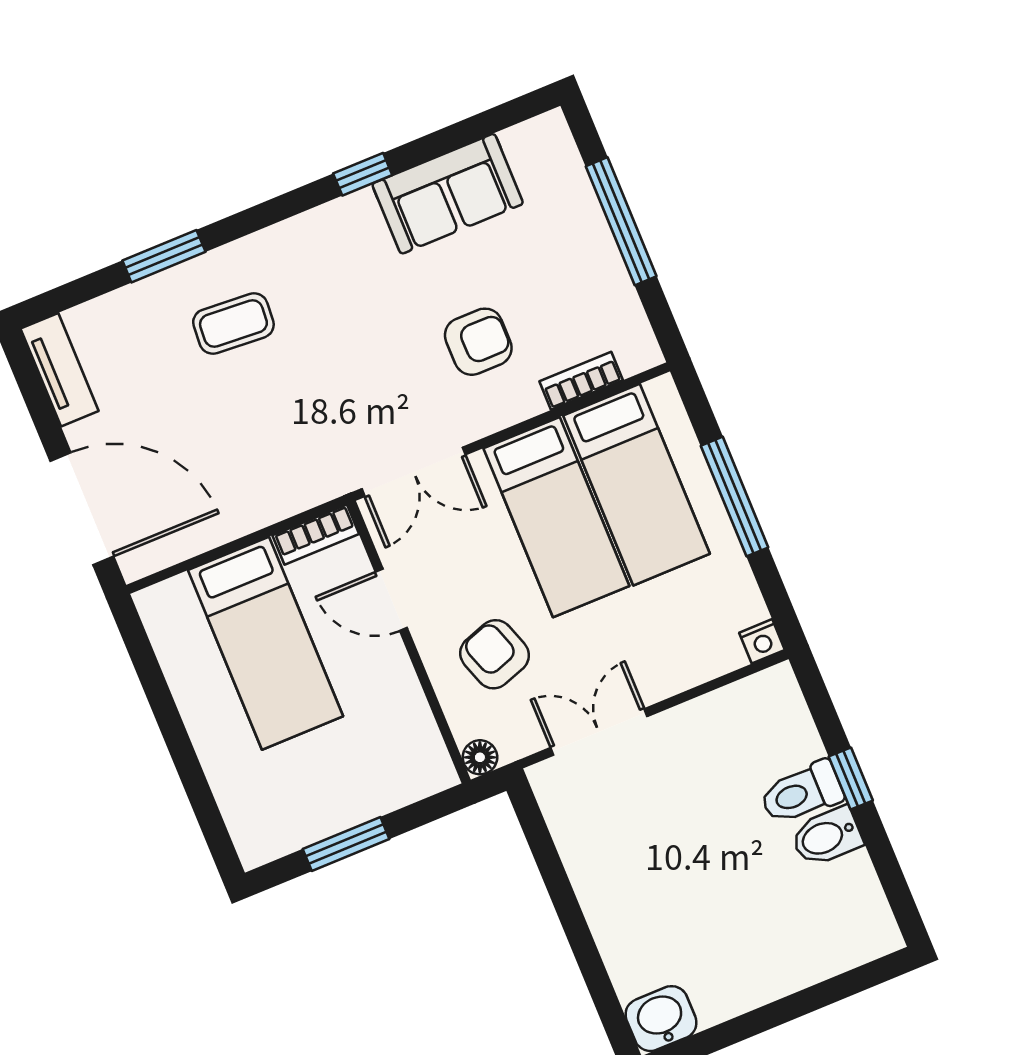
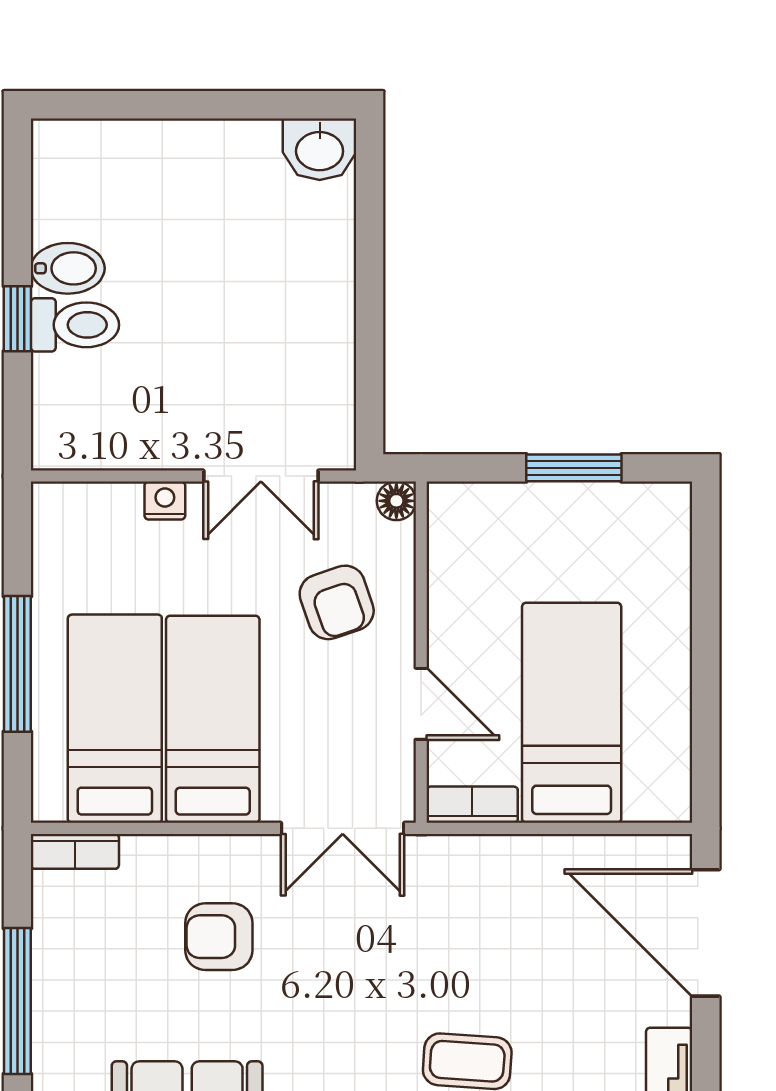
bookcase: (581, 381) -> (75, 851), moved
double door: (414, 472) -> (343, 828), swing flipped
nightstand: (762, 641) -> (165, 501), moved

